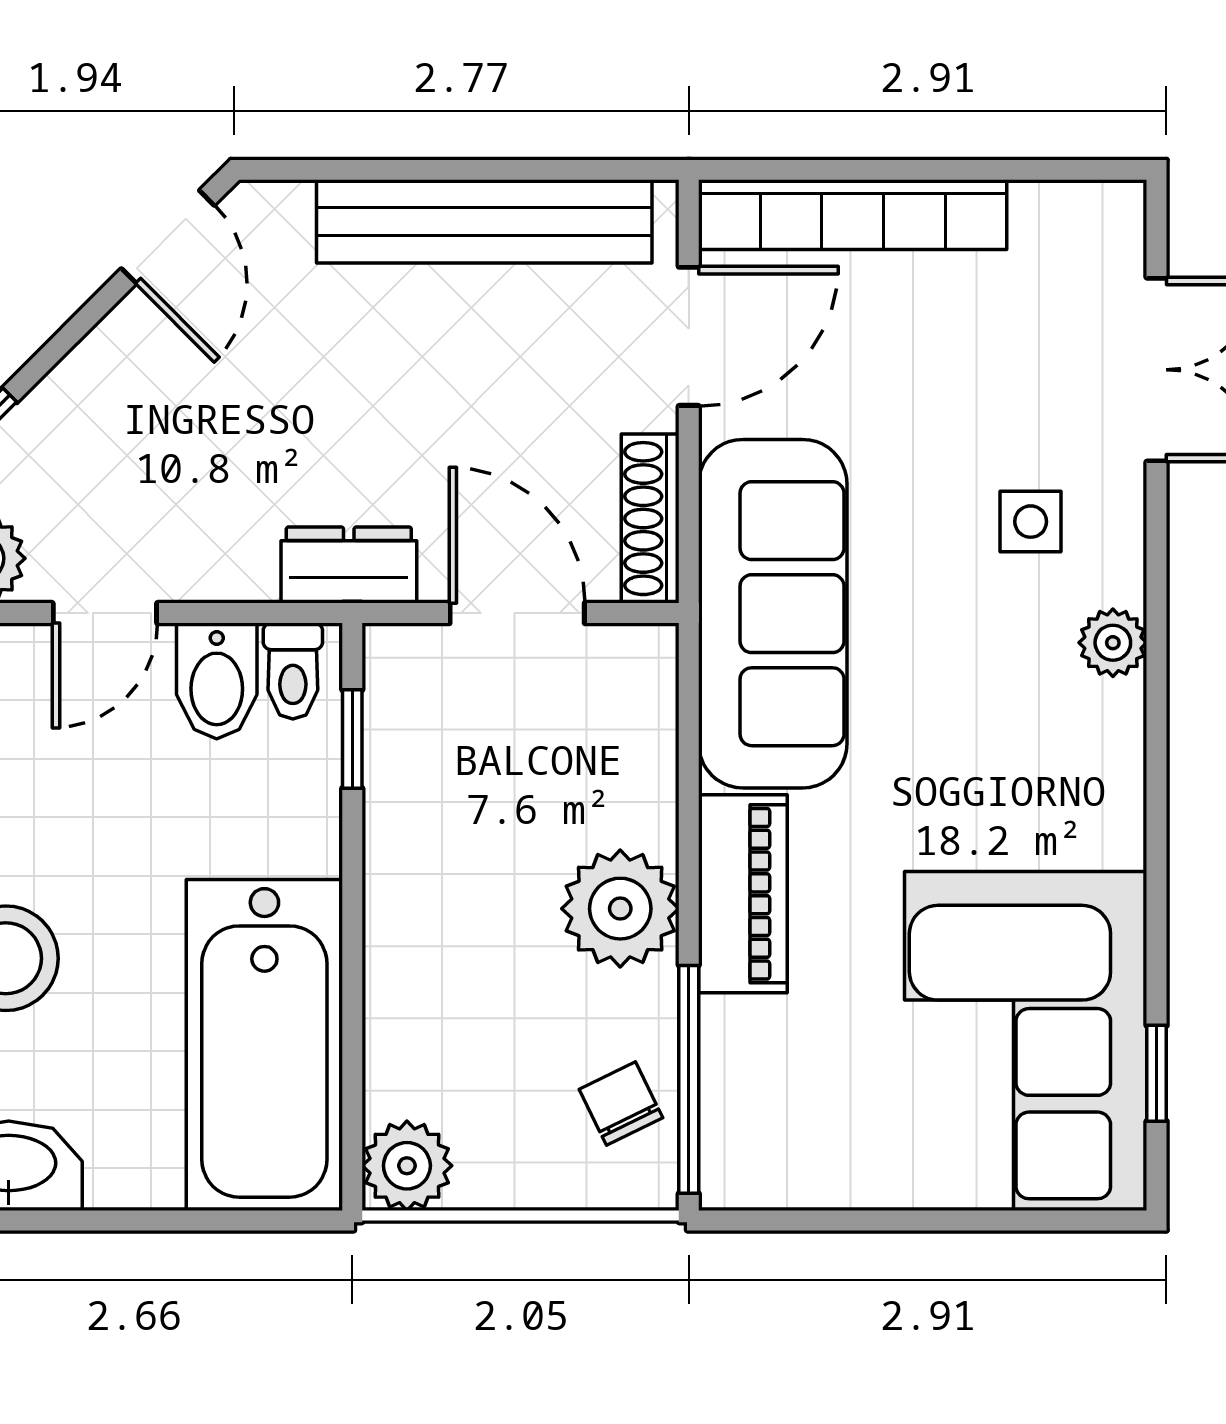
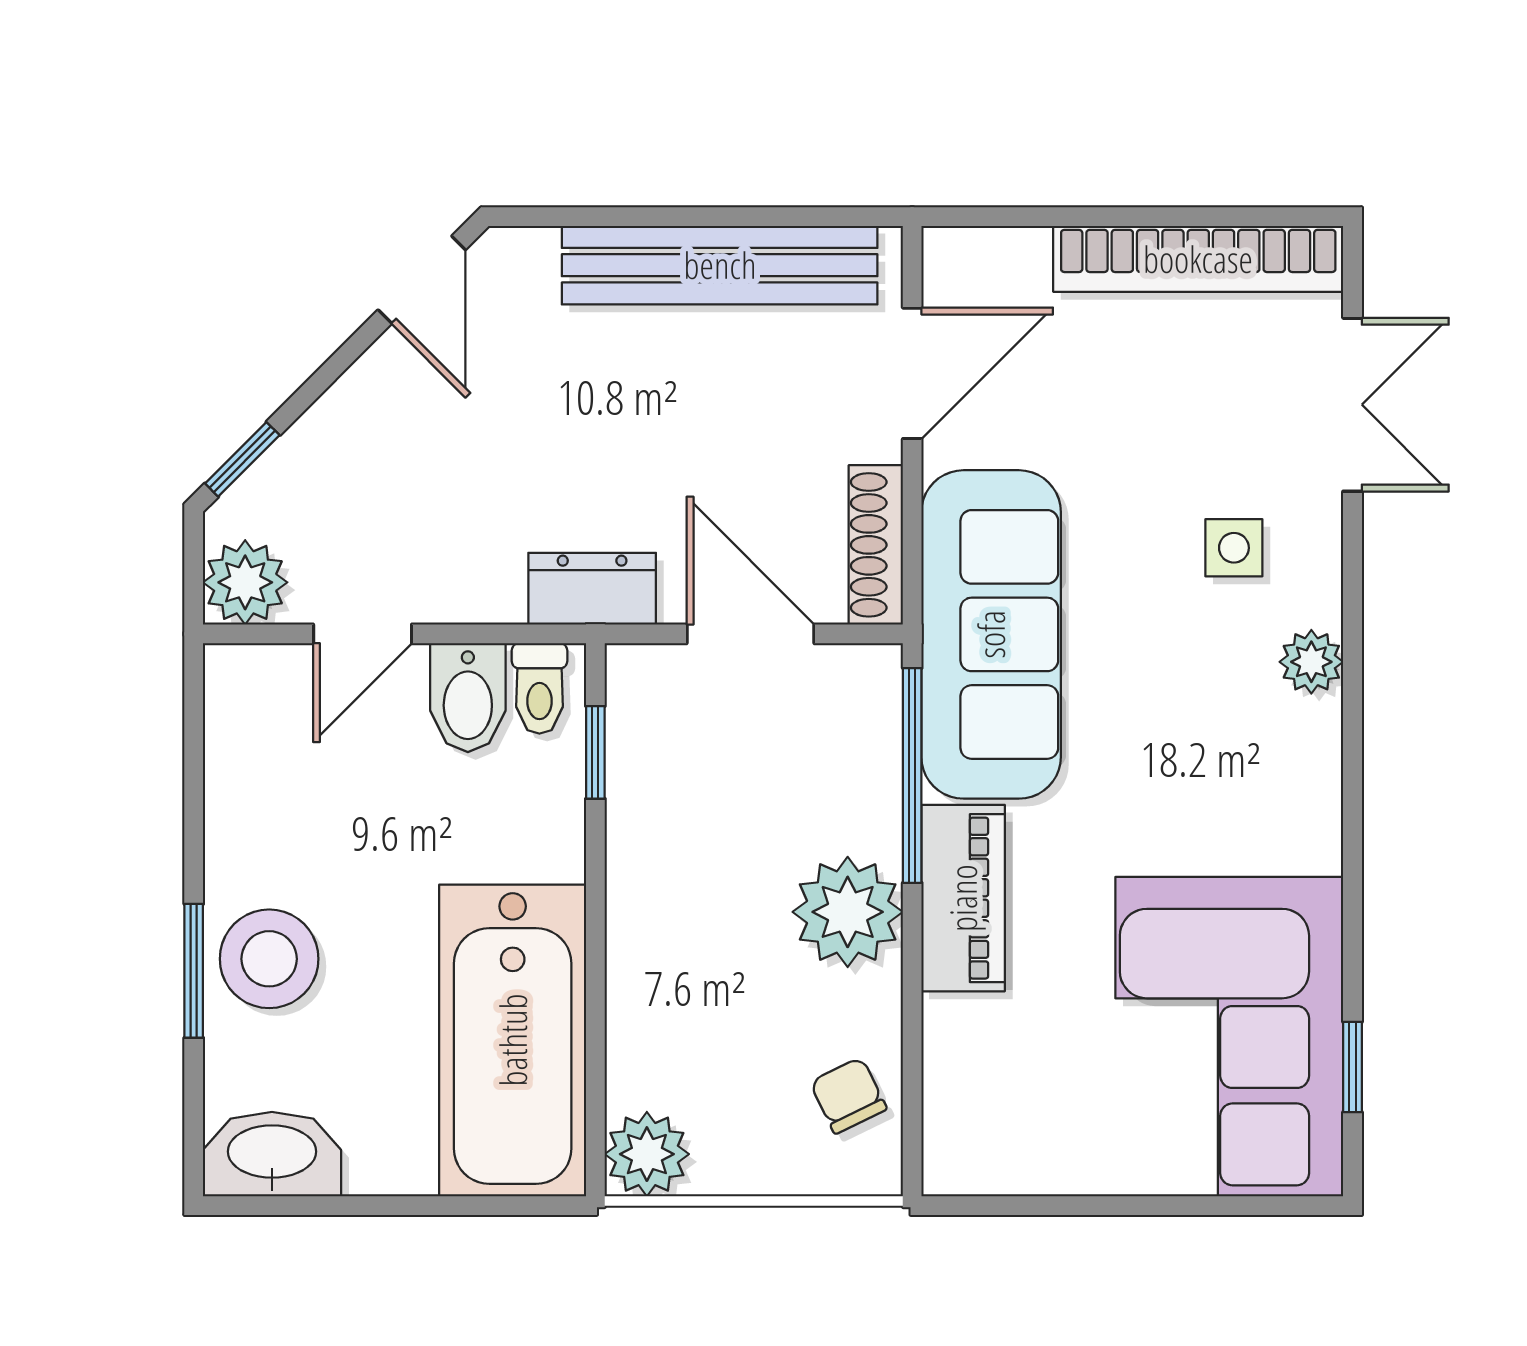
bookcase: (853, 215) -> (1198, 259), moved
window: (689, 1079) -> (912, 775), moved

